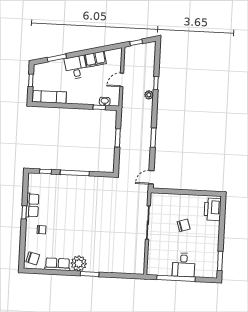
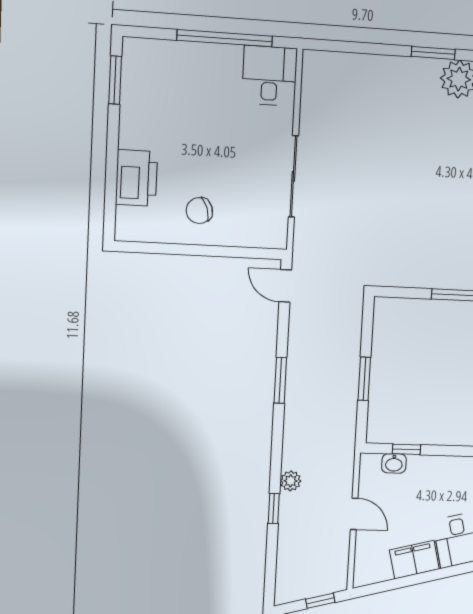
door: (122, 80) -> (354, 514), hinge flipped
door: (151, 177) -> (285, 286), swing flipped
printer: (213, 209) -> (136, 178), moved
chair: (184, 225) -> (199, 211), moved
desk: (184, 265) -> (270, 76), moved

